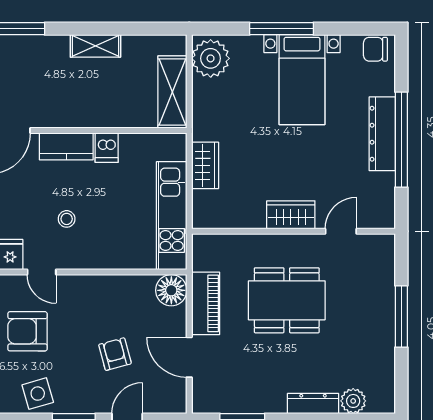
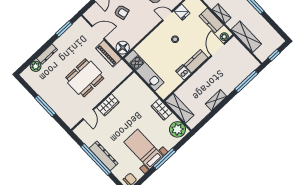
wardrobe: (205, 165) -> (162, 109), moved

